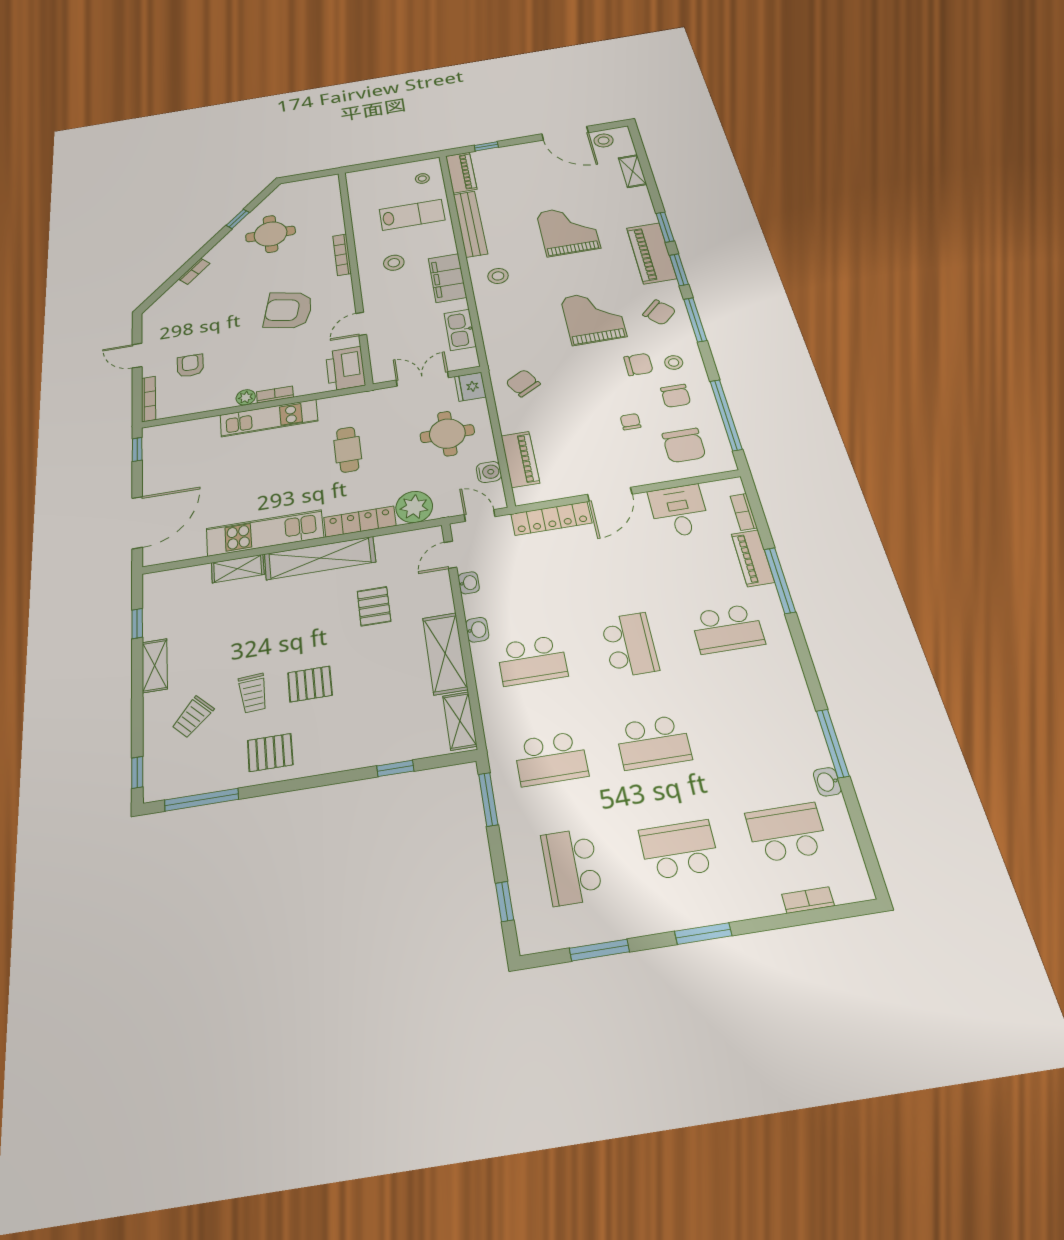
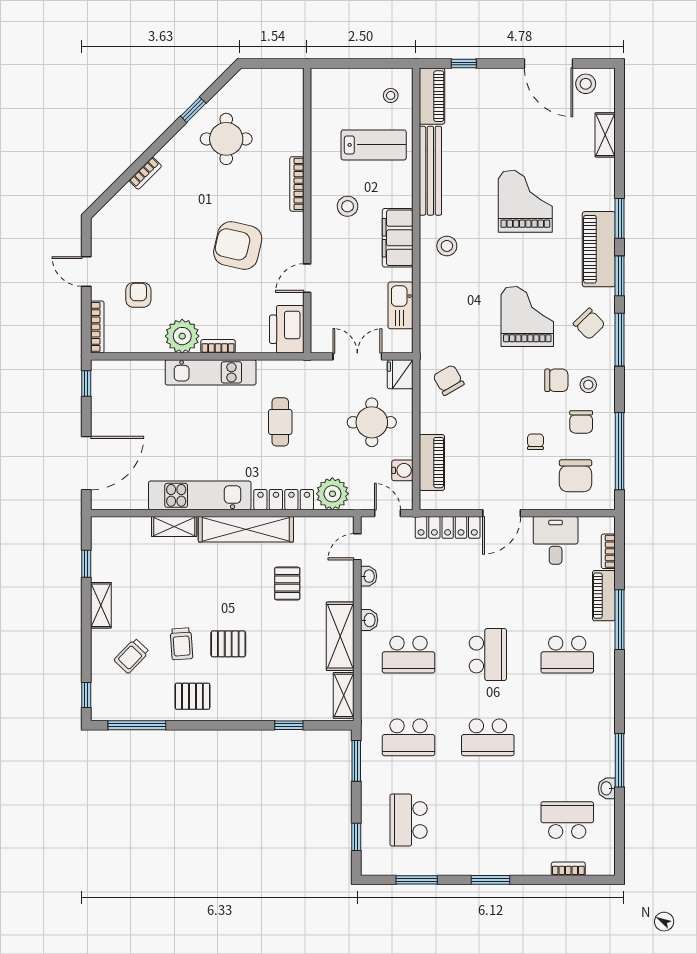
plant: (246, 397) -> (182, 336), width x1.88, depth x1.88
school desk: (679, 850) -> (488, 820), removed

